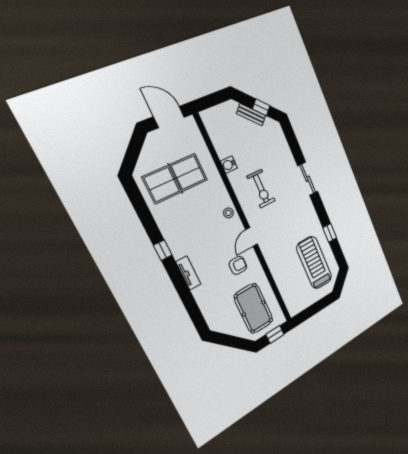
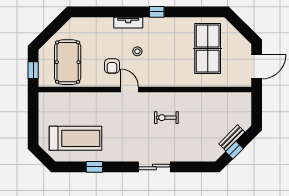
water cooler: (229, 165) -> (199, 98), removed
exercise bike: (261, 189) -> (166, 118), width x0.73, depth x0.72
stool: (228, 213) -> (137, 51), moved
pool table: (254, 308) -> (68, 62), turned 90

